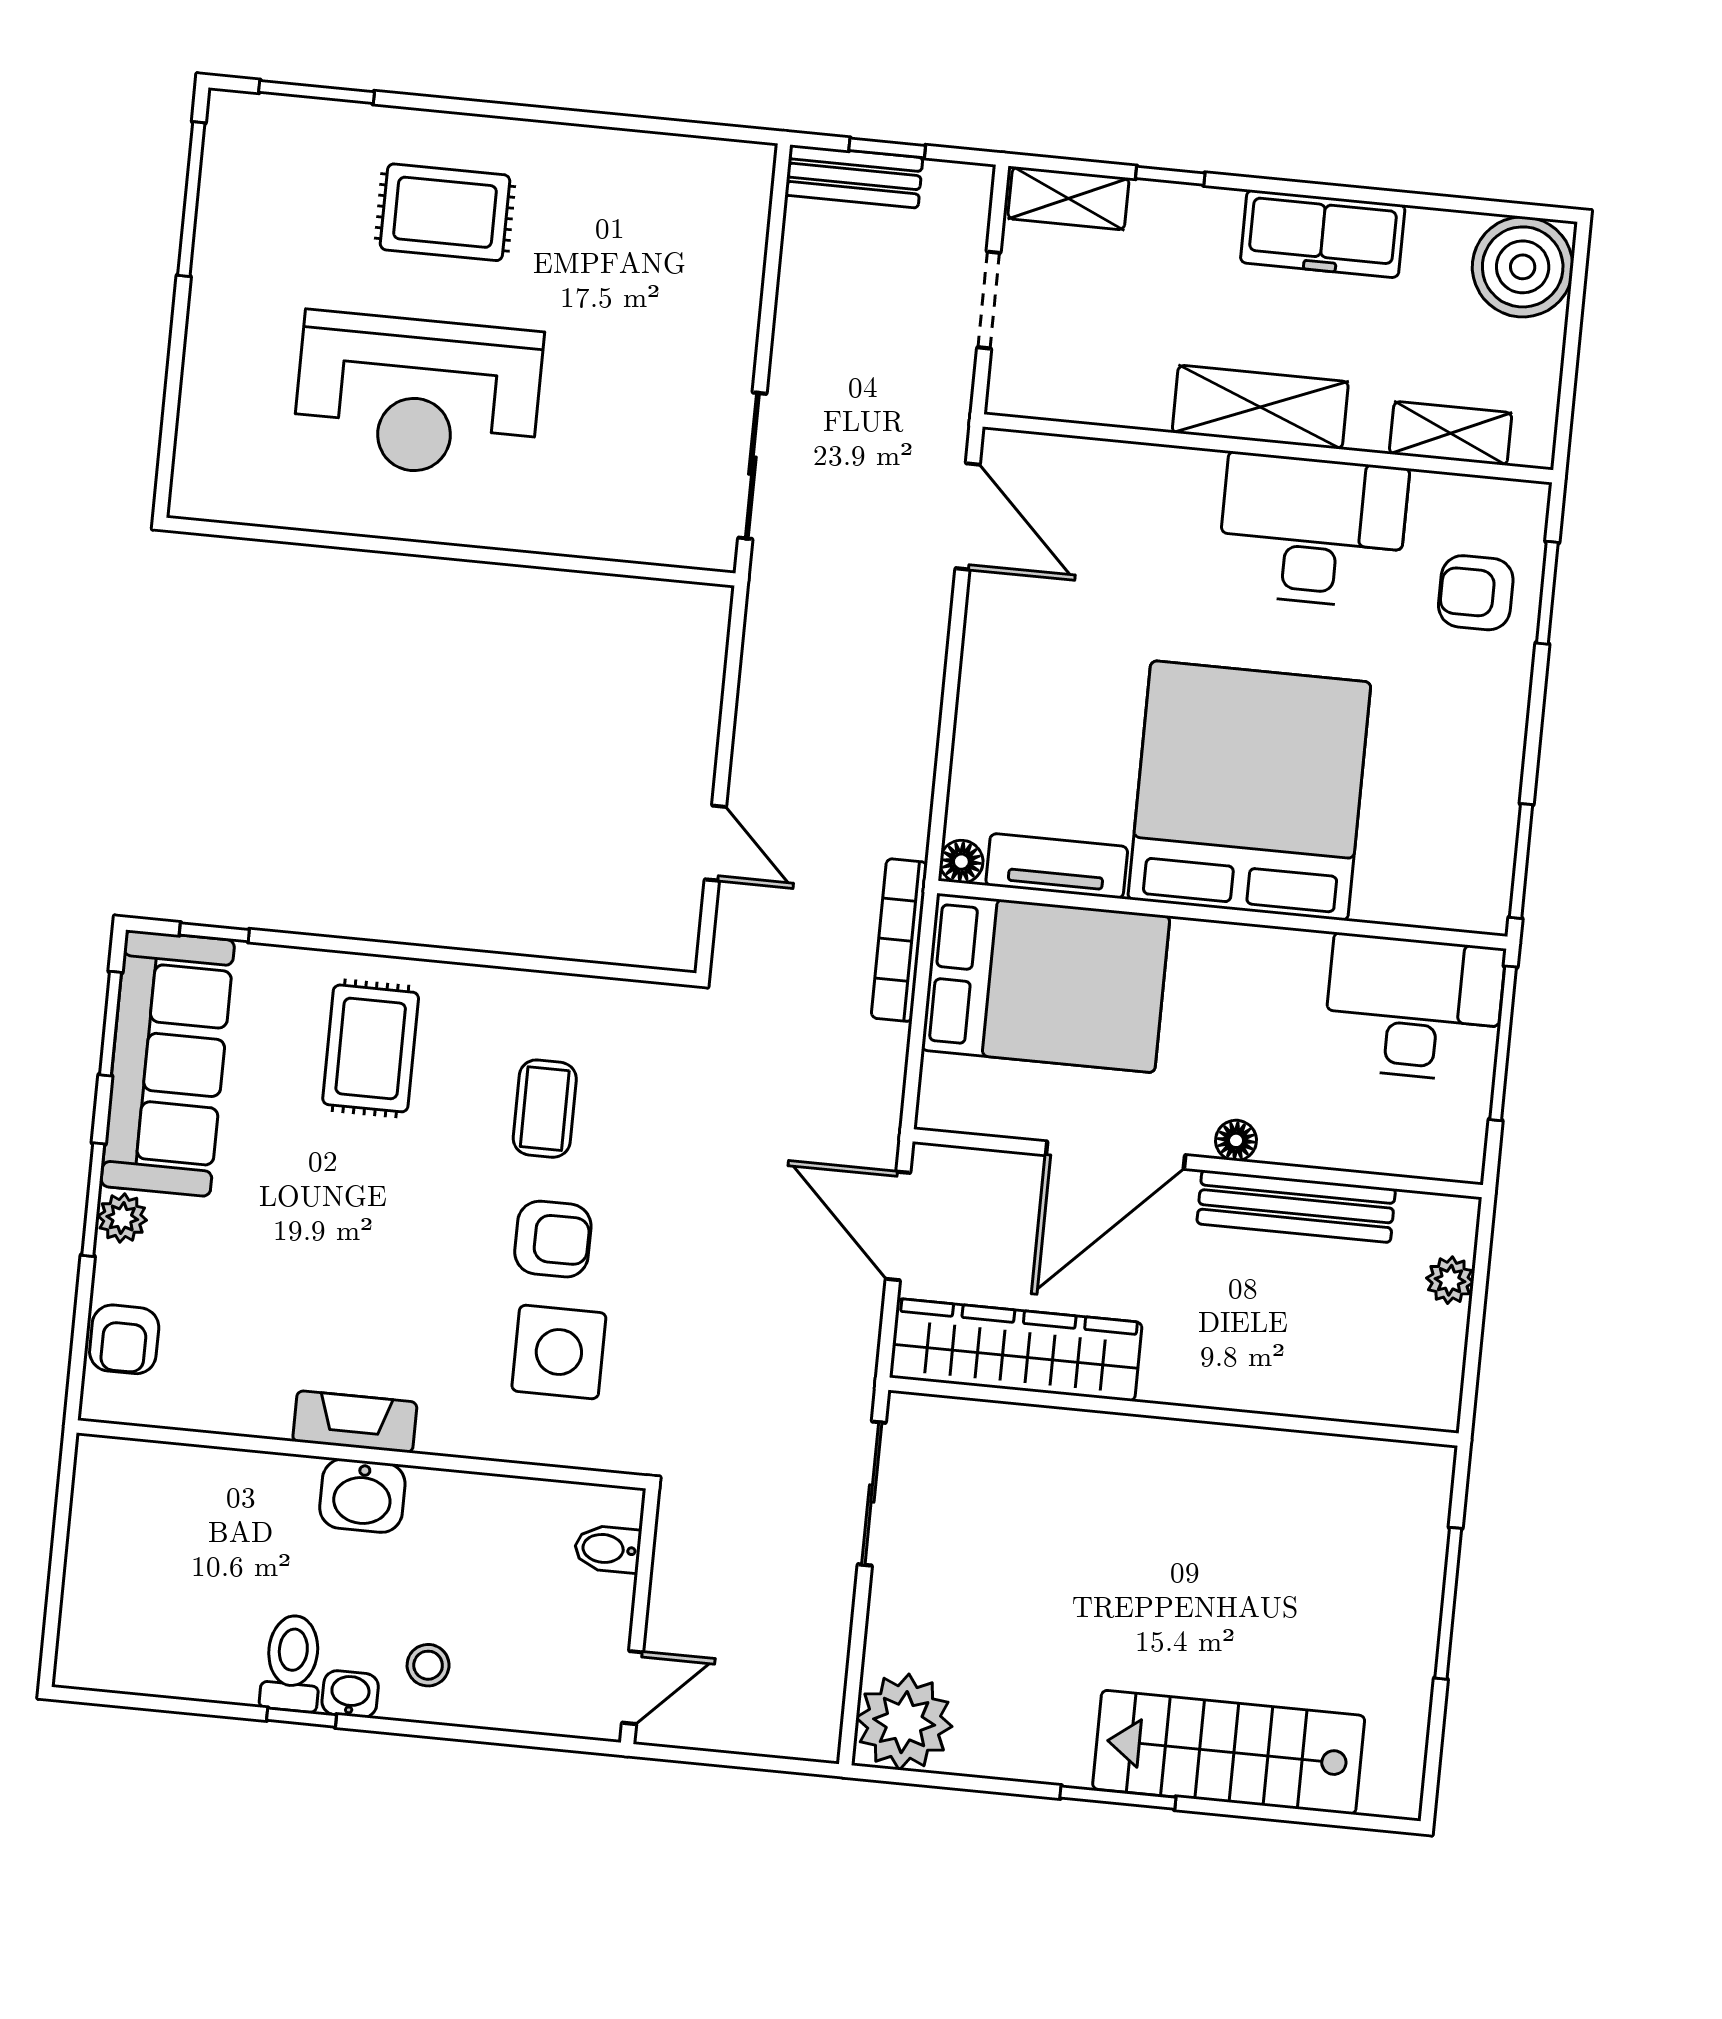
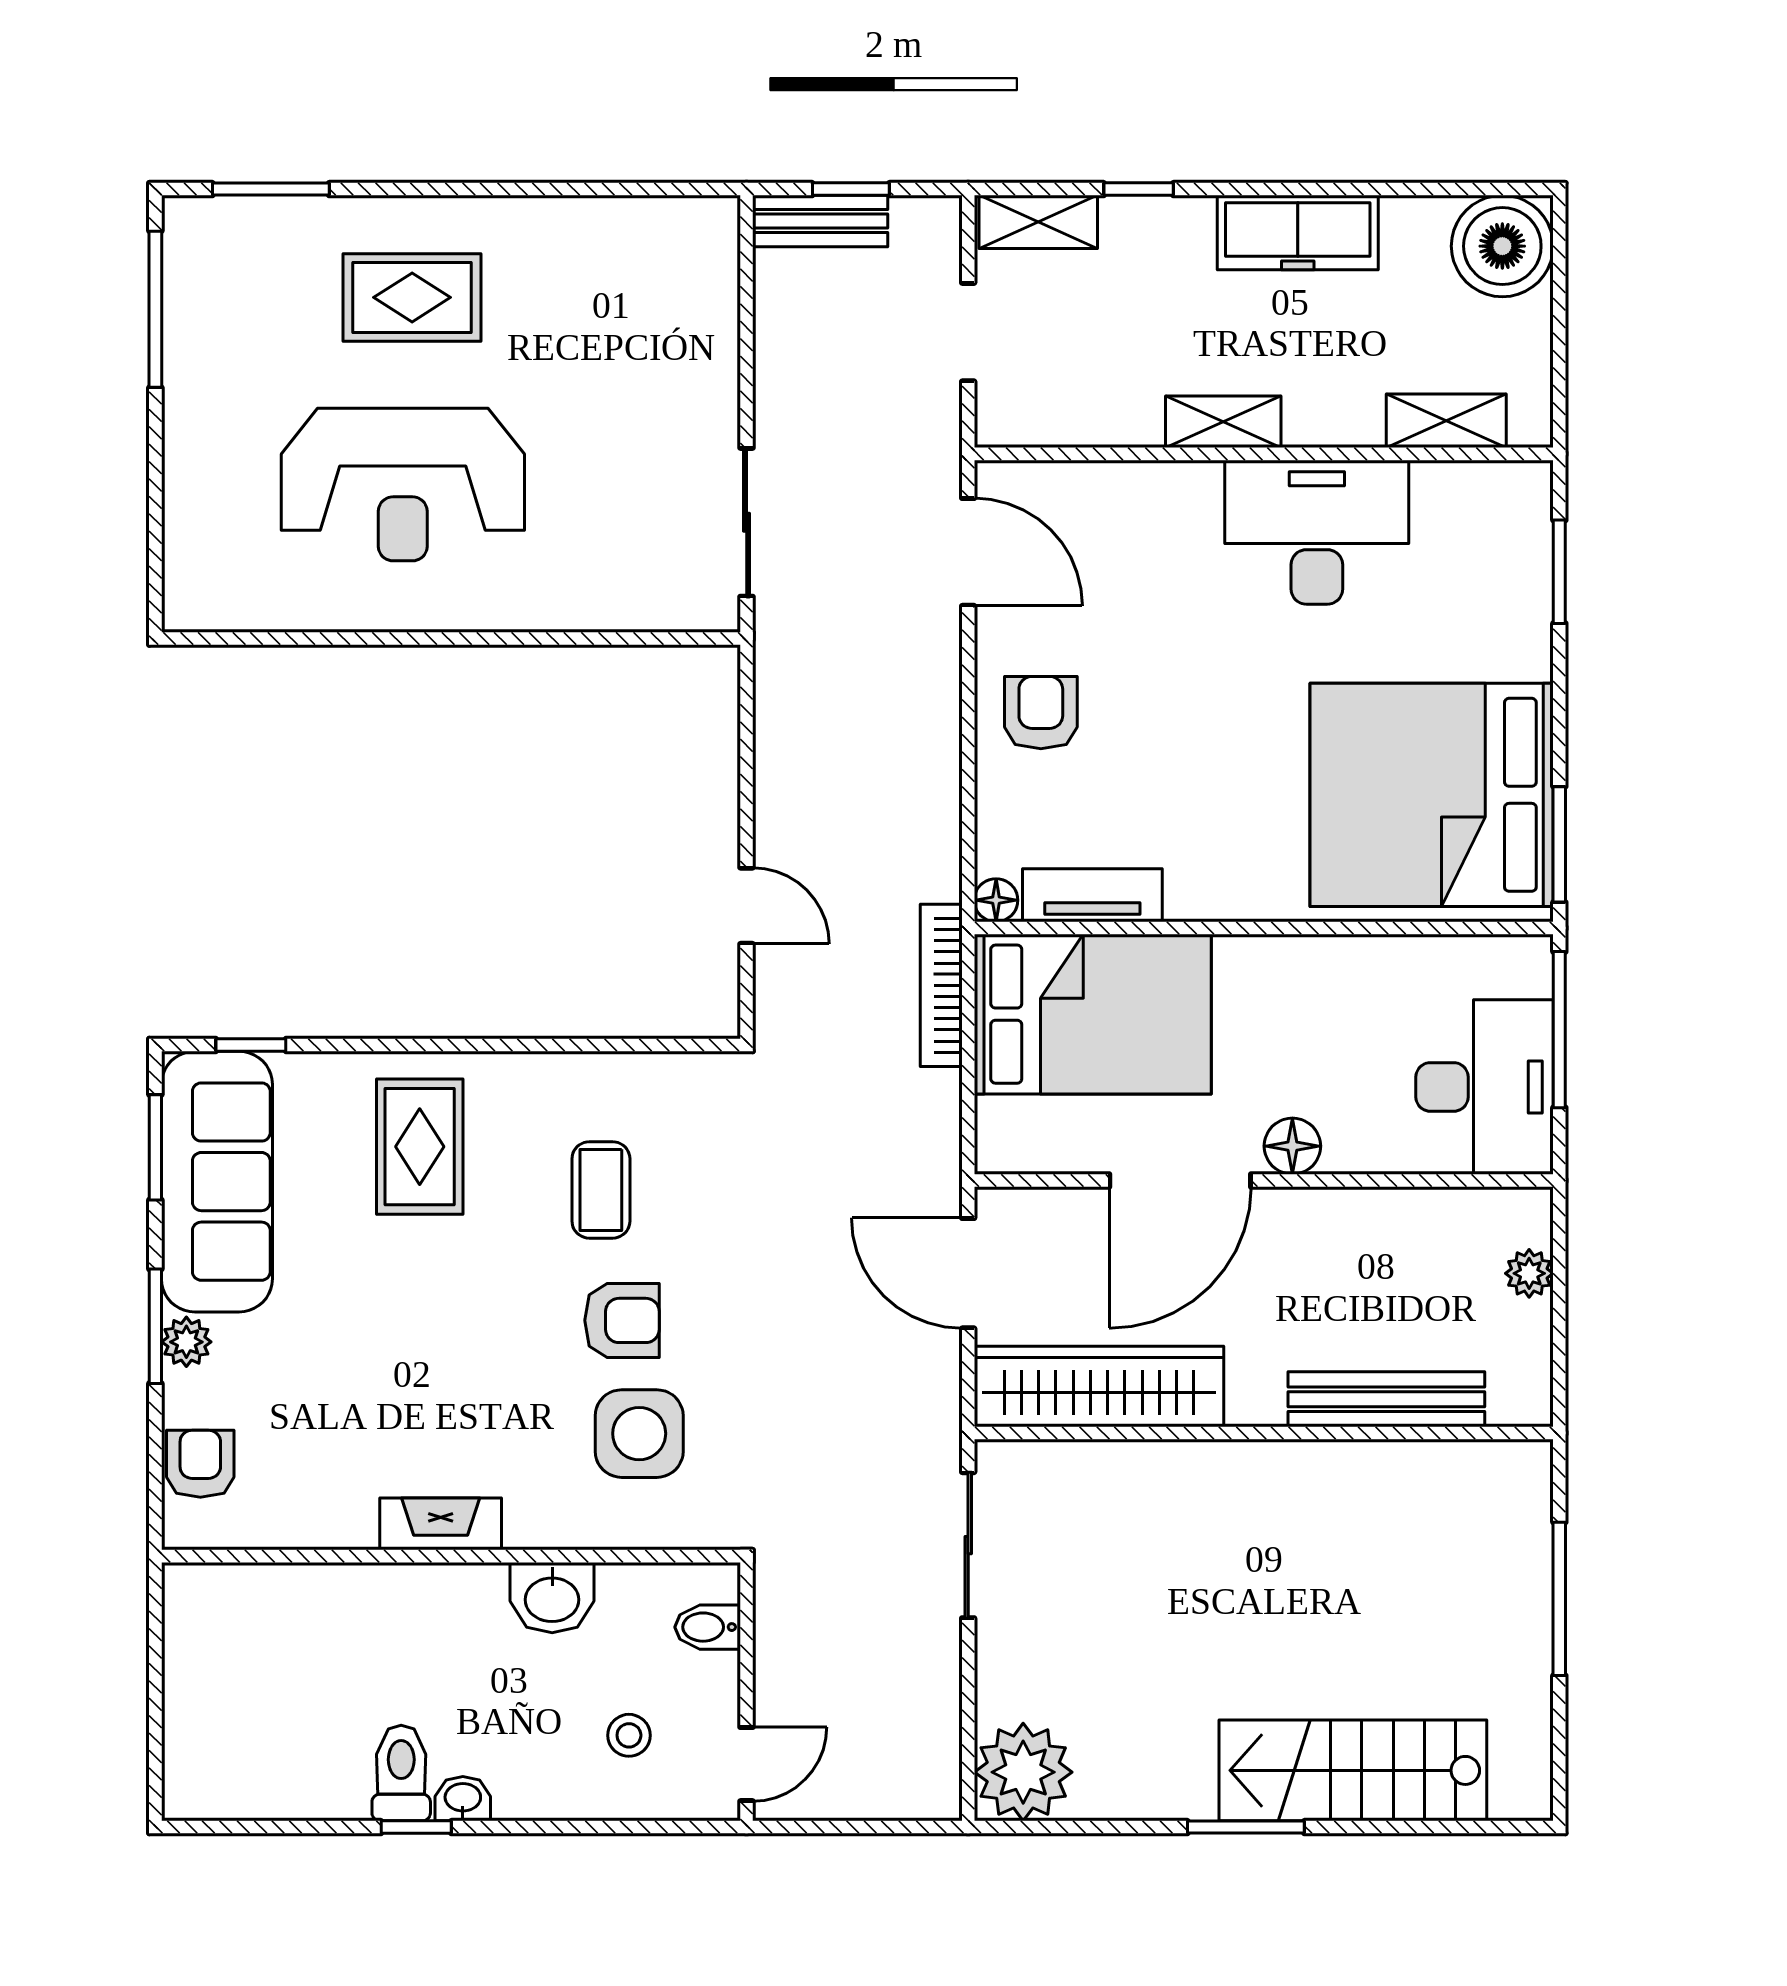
shelving: (1260, 407) -> (1223, 422), width x0.67, depth x0.75
armchair: (1476, 593) -> (1041, 713), moved, turned 90
bed: (1249, 791) -> (1432, 795), moved, turned -90
desk: (1414, 1008) -> (1485, 1087), moved, turned 90
floor lamp: (1236, 1140) -> (1292, 1146), width x1.37, depth x1.37
bench: (1296, 1206) -> (1386, 1399), moved
armchair: (124, 1339) -> (200, 1464), turned 180
washbasin: (362, 1496) -> (552, 1598), moved
stool: (428, 1665) -> (629, 1735), moved

